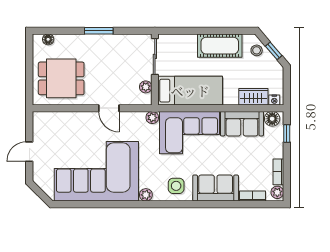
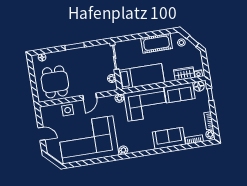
dining table: (61, 78) -> (55, 82), turned 90
door: (109, 108) -> (90, 97), hinge flipped
door: (29, 152) -> (41, 134), swing flipped
side table: (176, 186) -> (68, 110), moved

